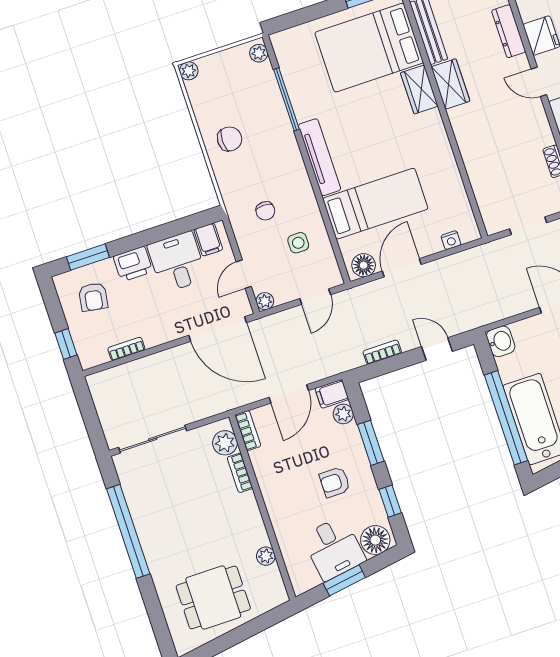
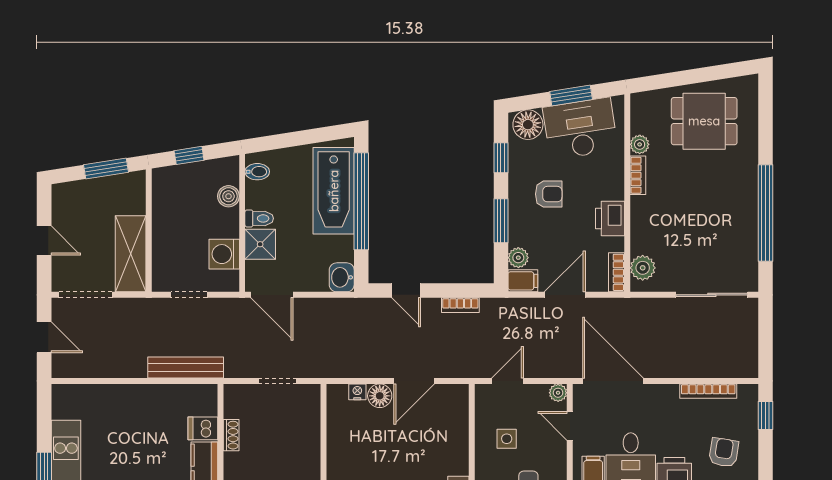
bed: (375, 204) -> (419, 452), removed
floor lamp: (364, 265) -> (380, 396), moved
door: (244, 274) -> (570, 426), swing flipped
bookcase: (126, 349) -> (708, 391), width x1.56
bookcase: (240, 473) -> (638, 175), moved
printer: (270, 478) -> (610, 218), added
desk: (334, 548) -> (580, 129), width x1.37

